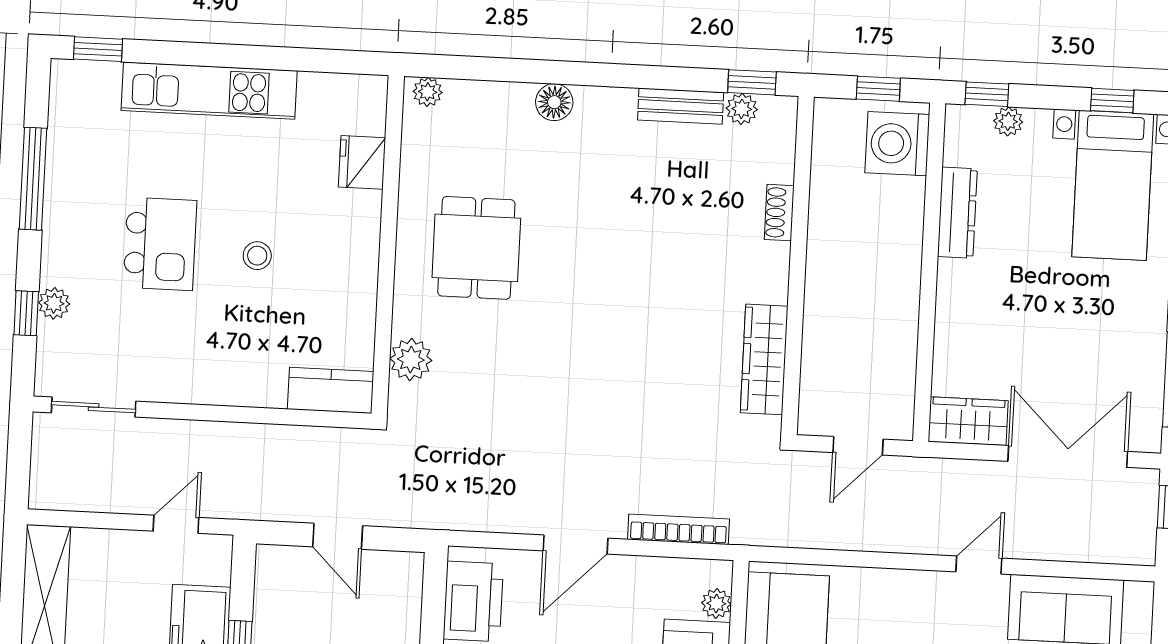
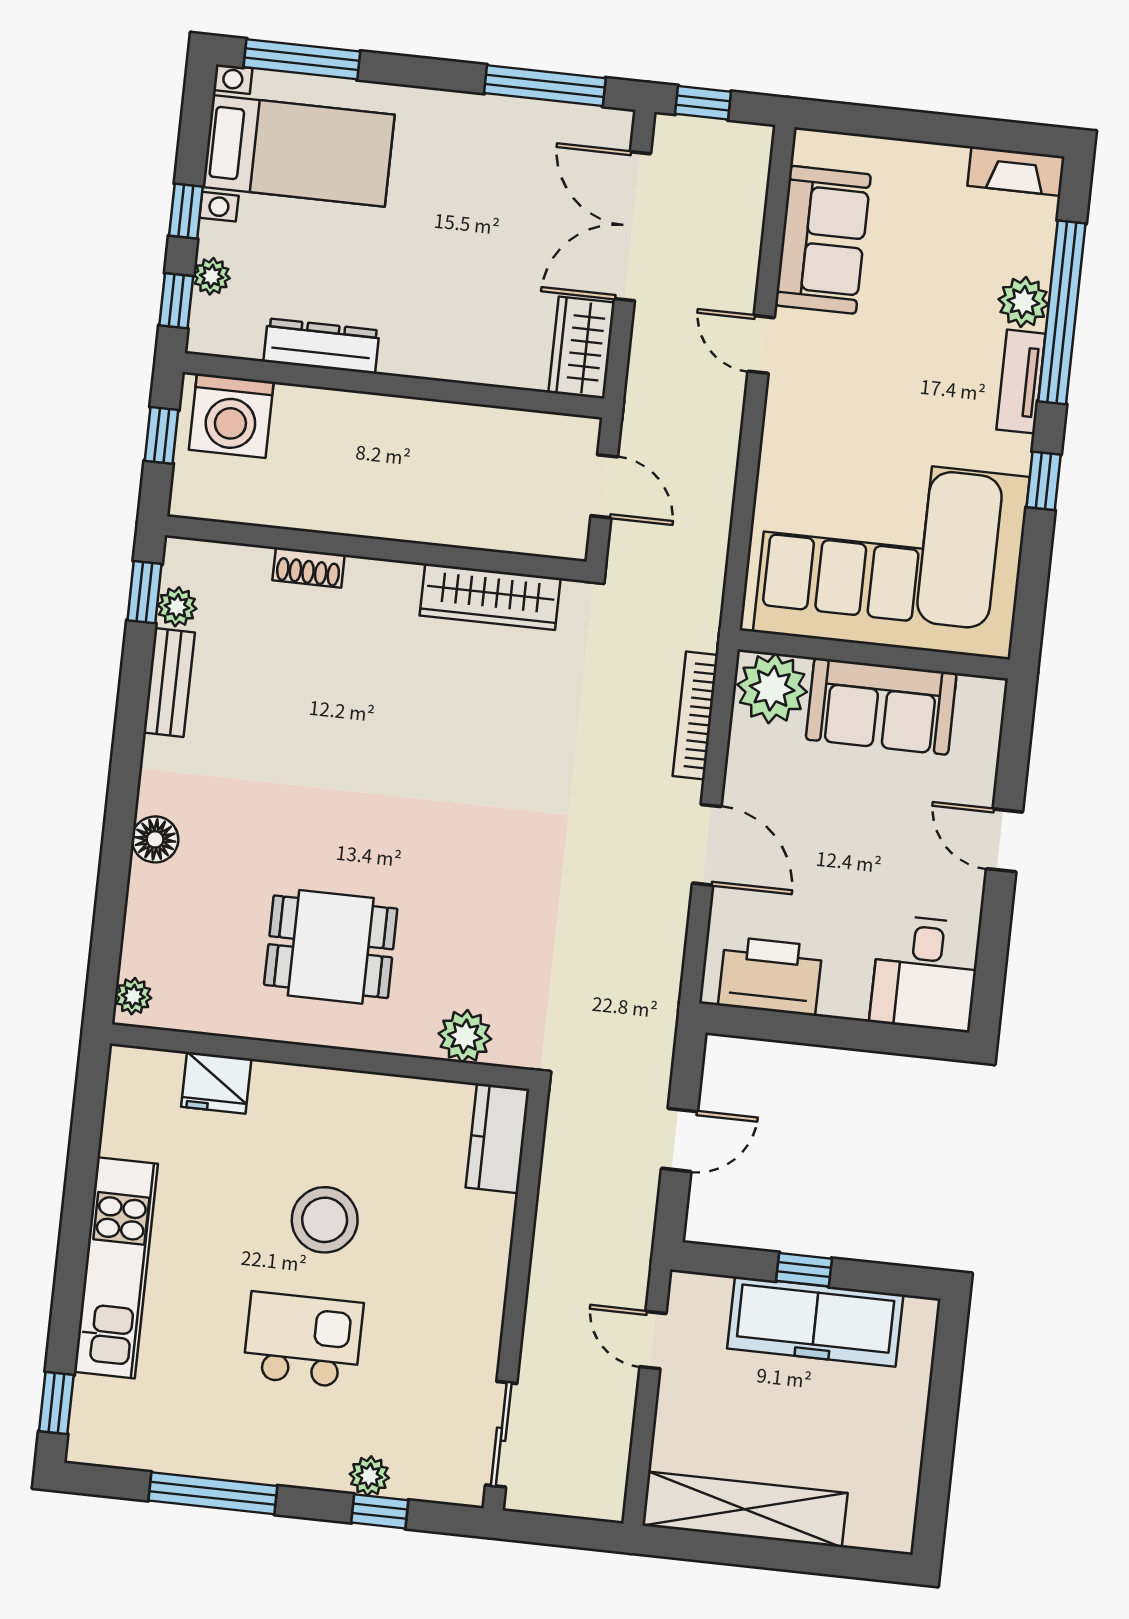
window: (1112, 101) -> (186, 211), moved
stool: (257, 256) -> (325, 1220), width x1.89, depth x1.89
plant: (716, 603) -> (772, 688), width x1.88, depth x1.88

